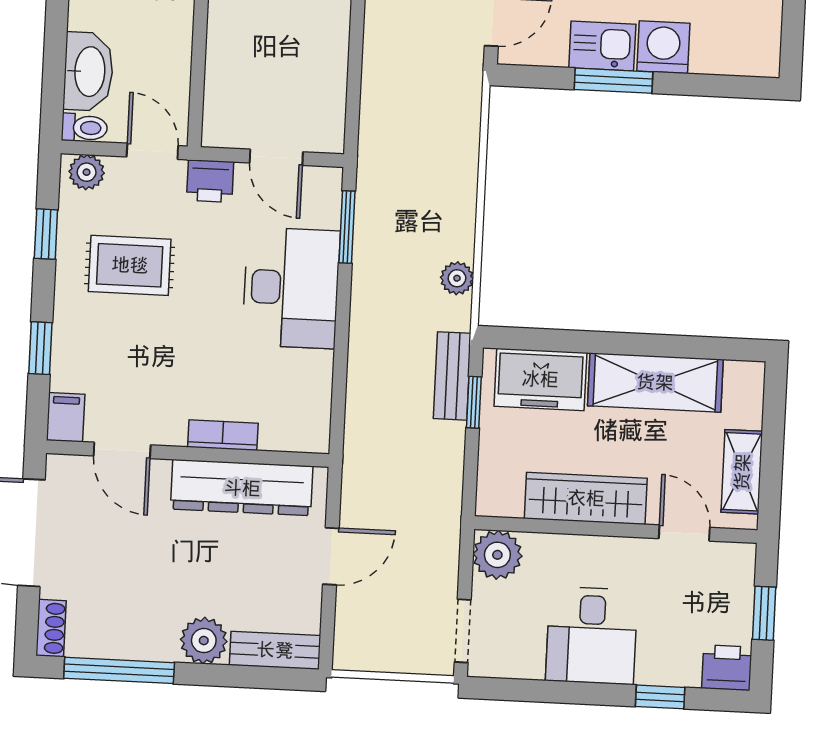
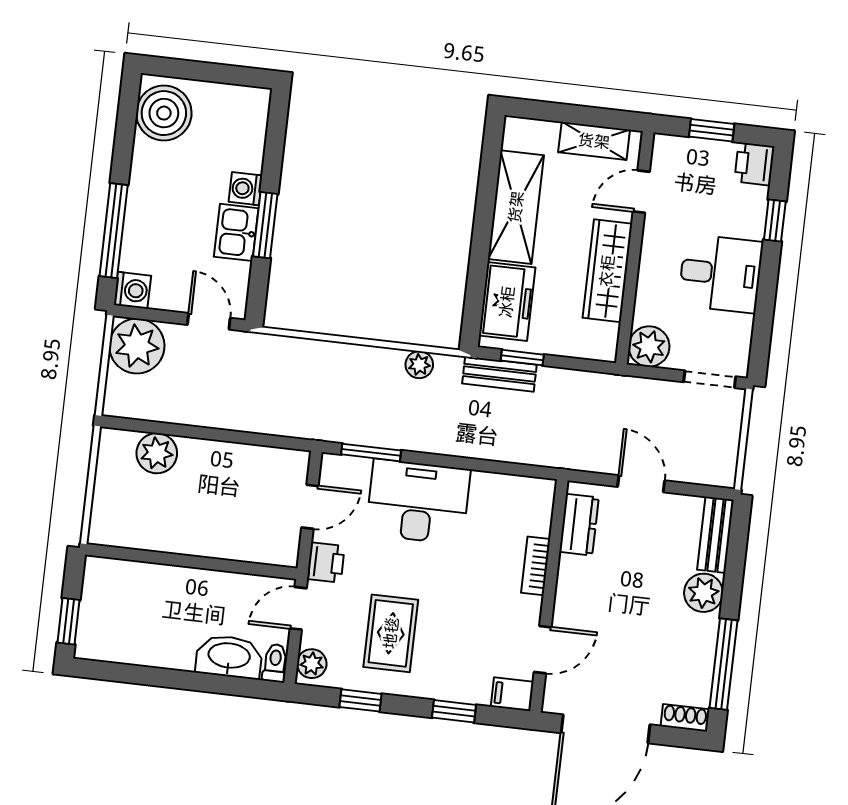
washing machine: (663, 47) -> (245, 189), width x0.73, depth x0.73
dresser: (242, 488) -> (579, 525), width x0.51, depth x0.80

